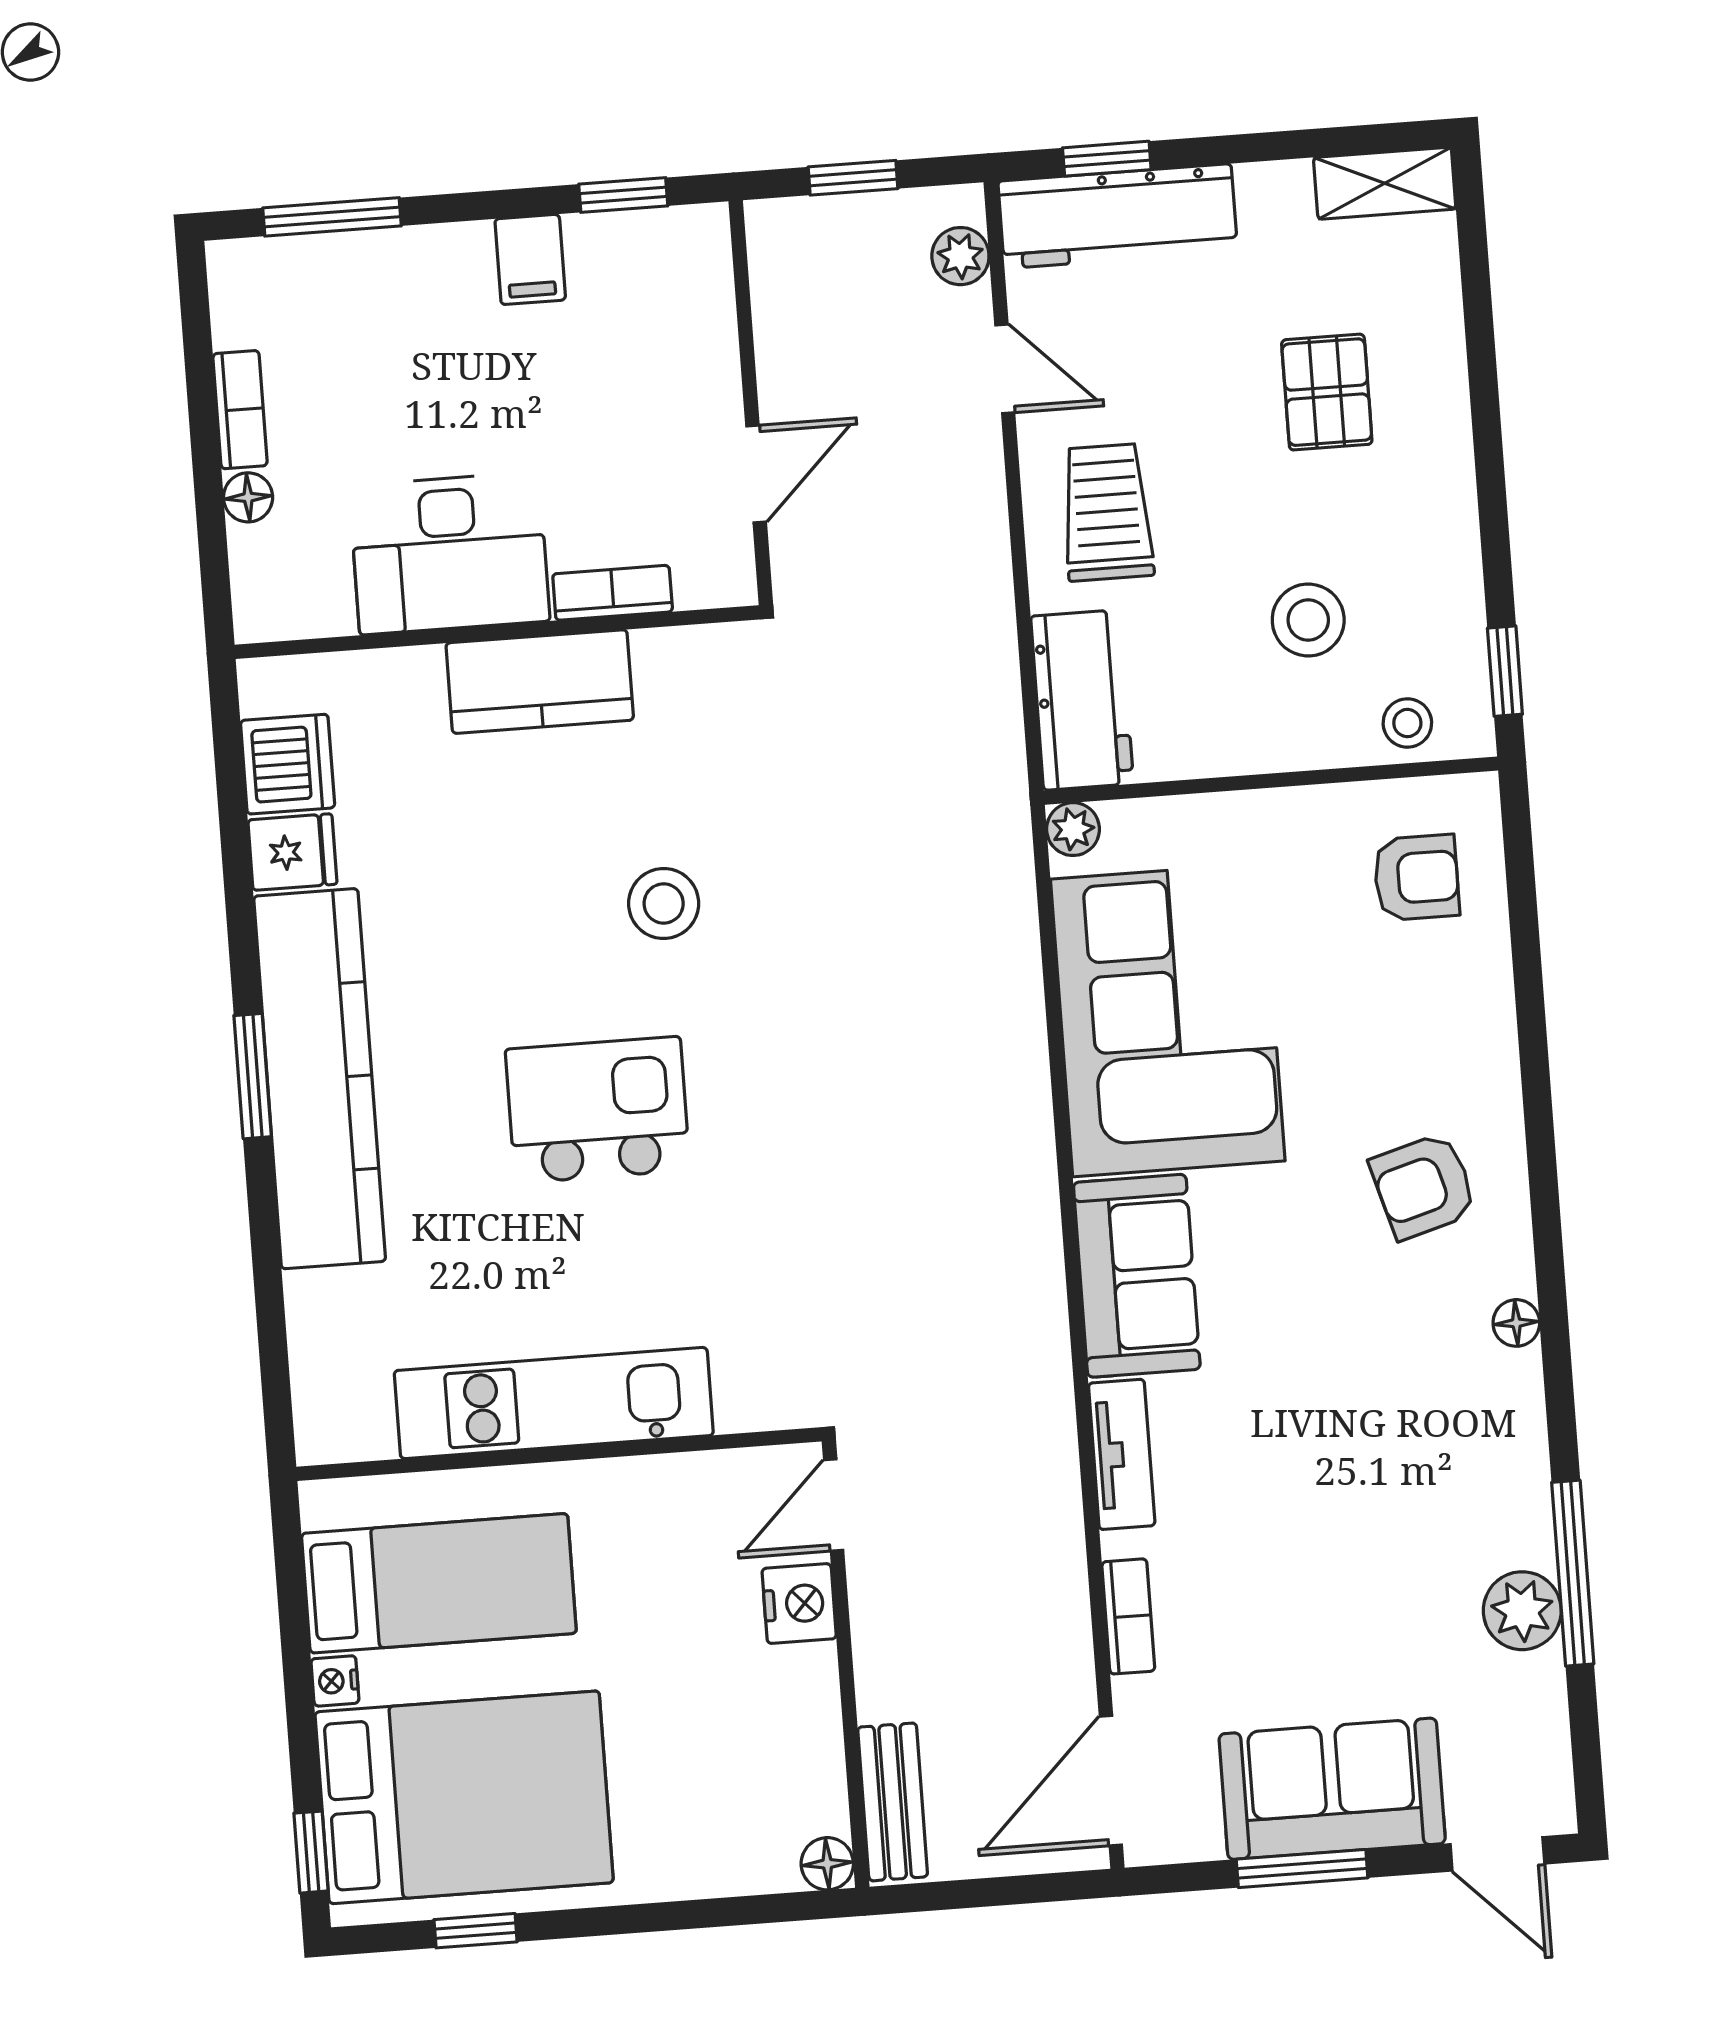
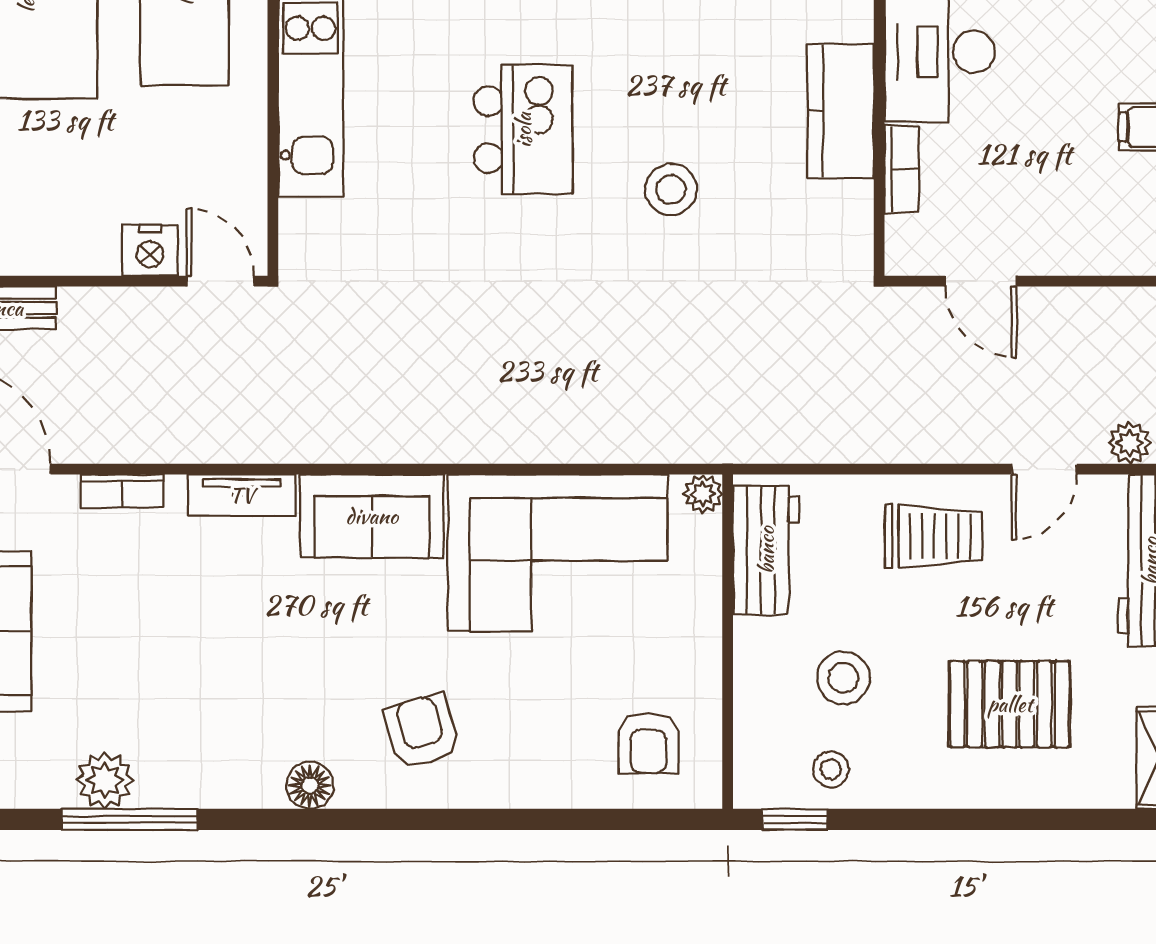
pallet: (1327, 392) -> (1010, 704), width x1.50, depth x1.42
workbench: (1082, 700) -> (766, 550), moved, turned -90
stool: (1407, 723) -> (831, 769), moved
floor lamp: (1516, 1323) -> (310, 785), width x1.37, depth x1.37

